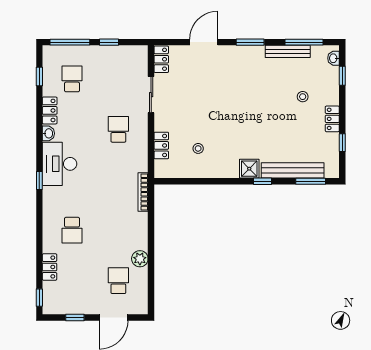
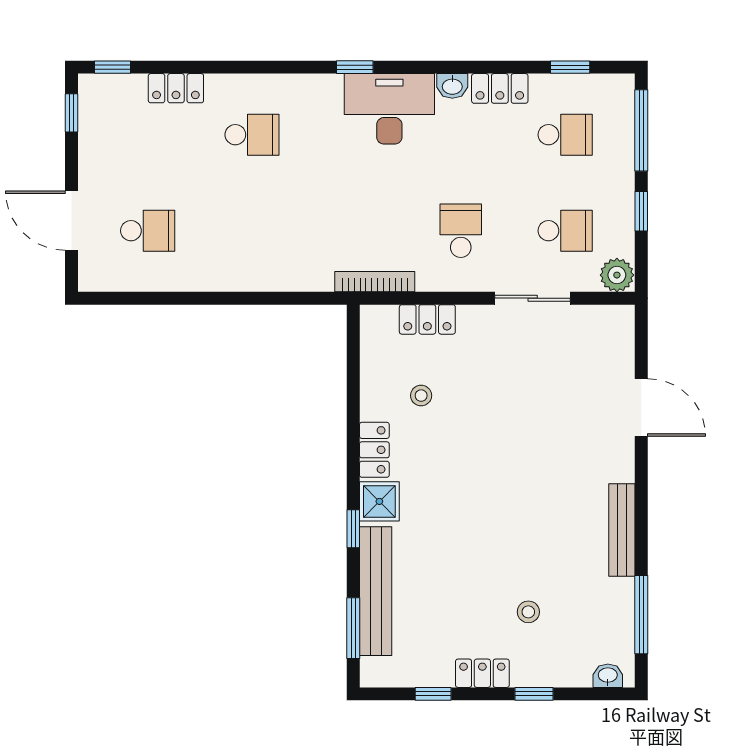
window: (250, 42) -> (641, 503), removed
bench: (288, 51) -> (622, 530), moved
locker: (161, 59) -> (374, 450), moved, turned -90
window: (342, 76) -> (534, 694), moved
school desk: (118, 79) -> (565, 231), added
school desk: (118, 129) -> (461, 231), turned -90
bookcase: (143, 192) -> (375, 282), moved
school desk: (72, 230) -> (252, 135), turned 180
plant: (140, 259) -> (617, 275), moved
window: (75, 317) -> (72, 113), moved

